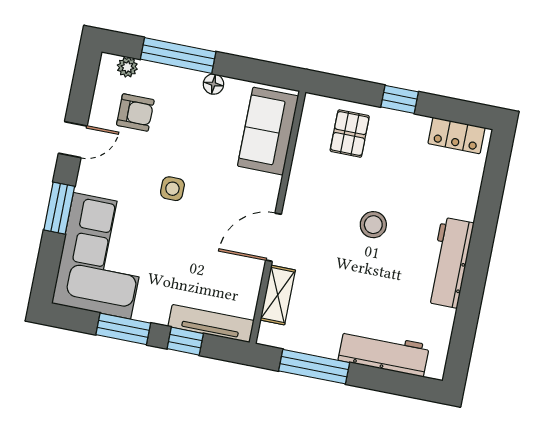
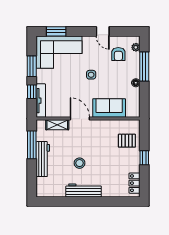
sofa: (268, 131) -> (109, 108), moved
window: (59, 208) -> (56, 31), moved
stool: (373, 225) -> (80, 163), moved
workbench: (384, 353) -> (43, 159), moved

